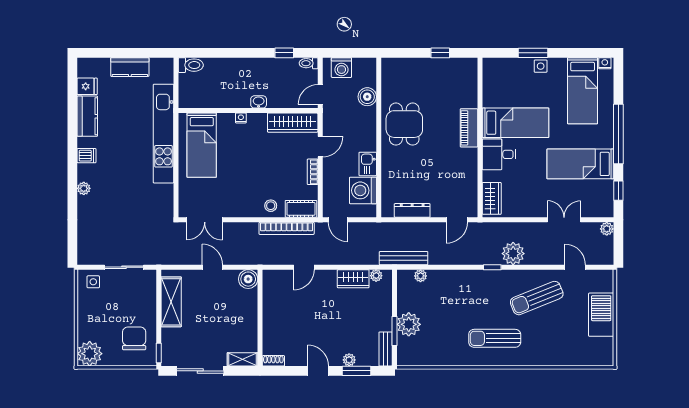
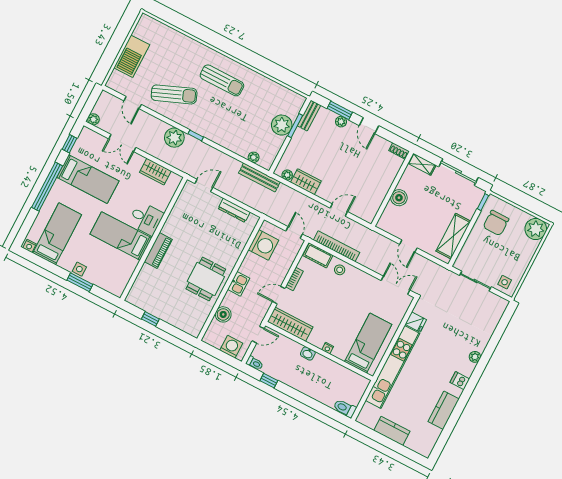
fridge: (87, 86) -> (416, 322), moved, turned 180
kitchen sink: (368, 164) -> (239, 284), moved
wardrobe: (492, 198) -> (155, 172), moved, turned -90
boiler: (248, 279) -> (399, 198), moved

